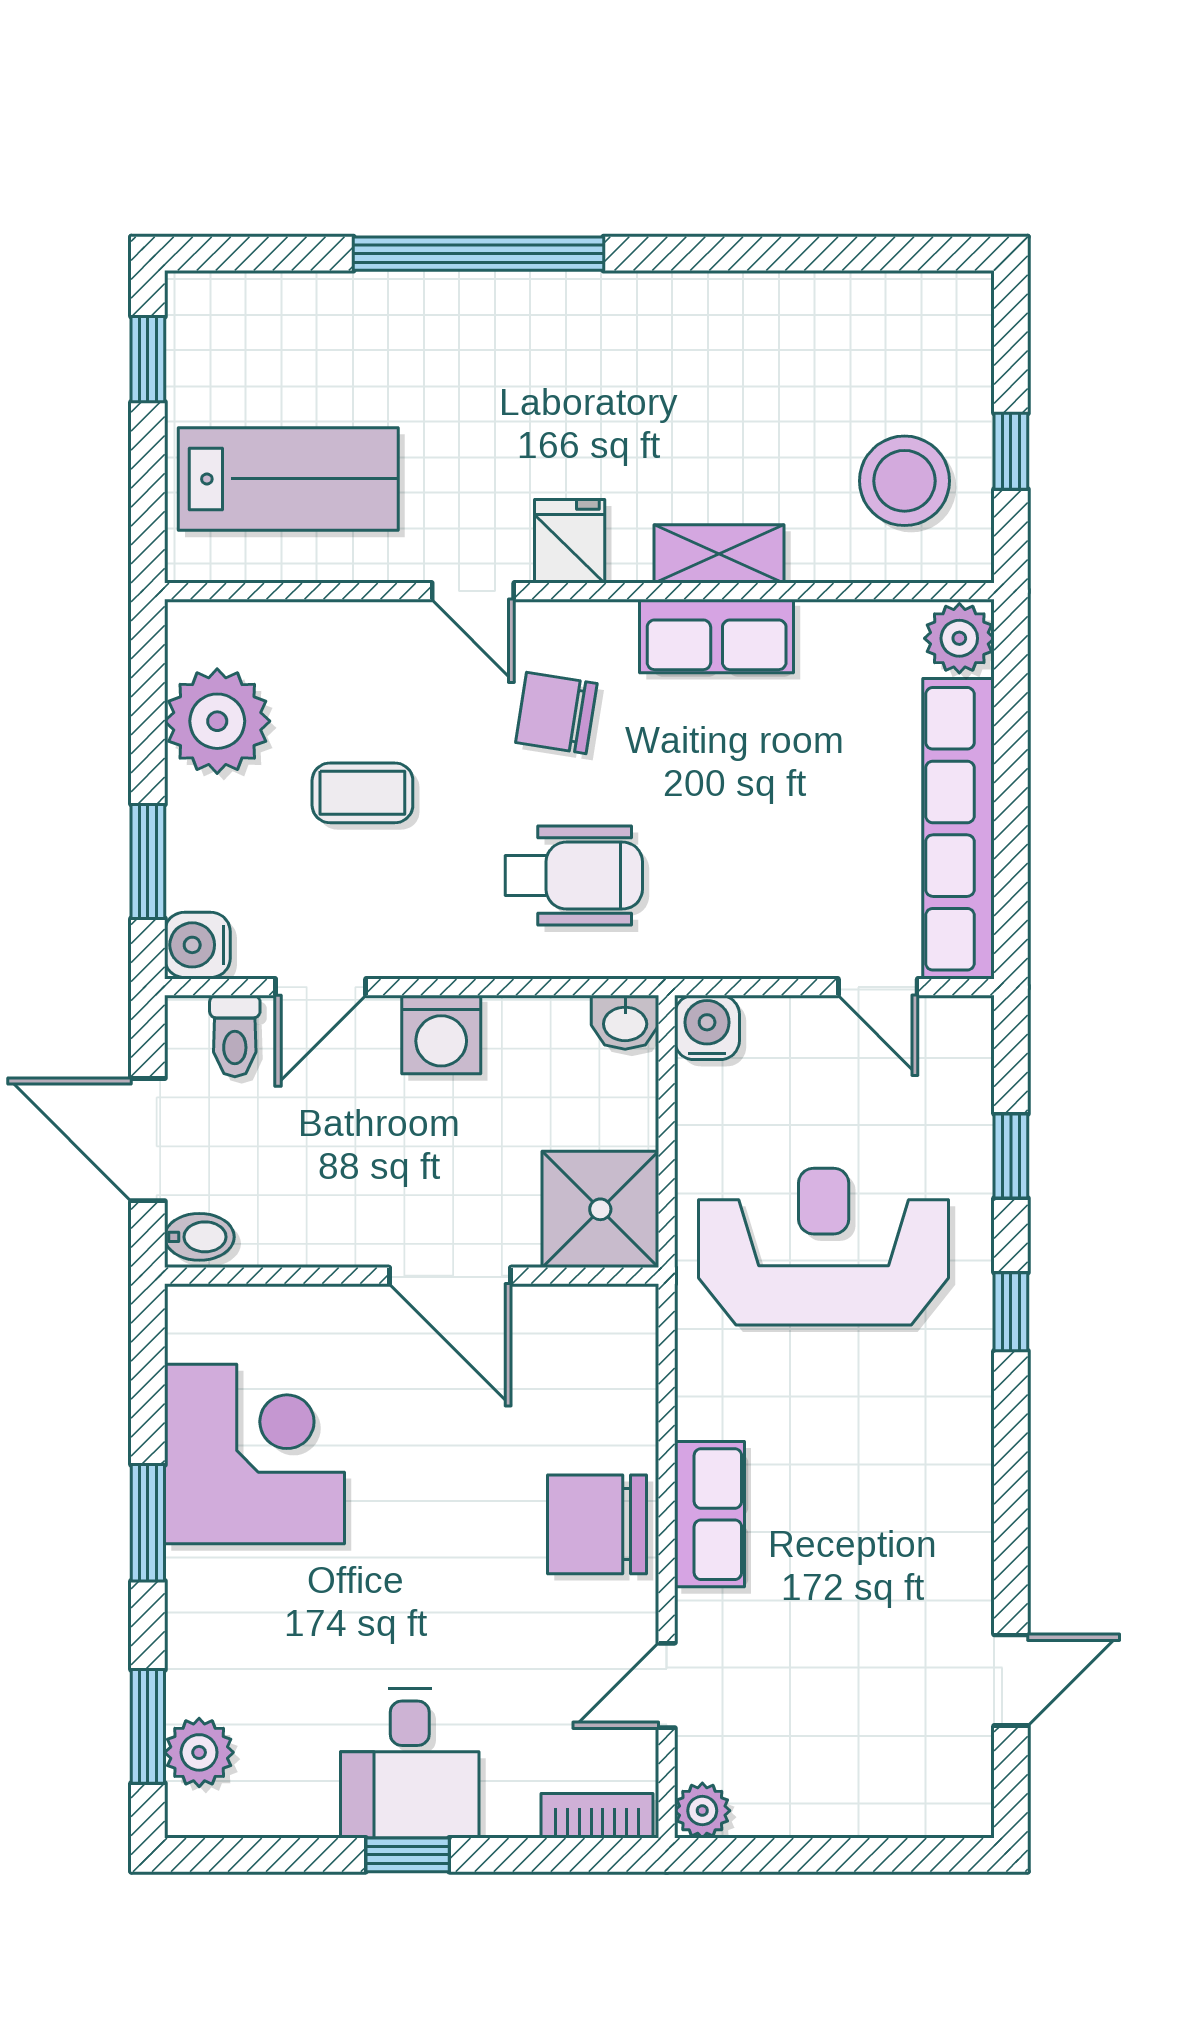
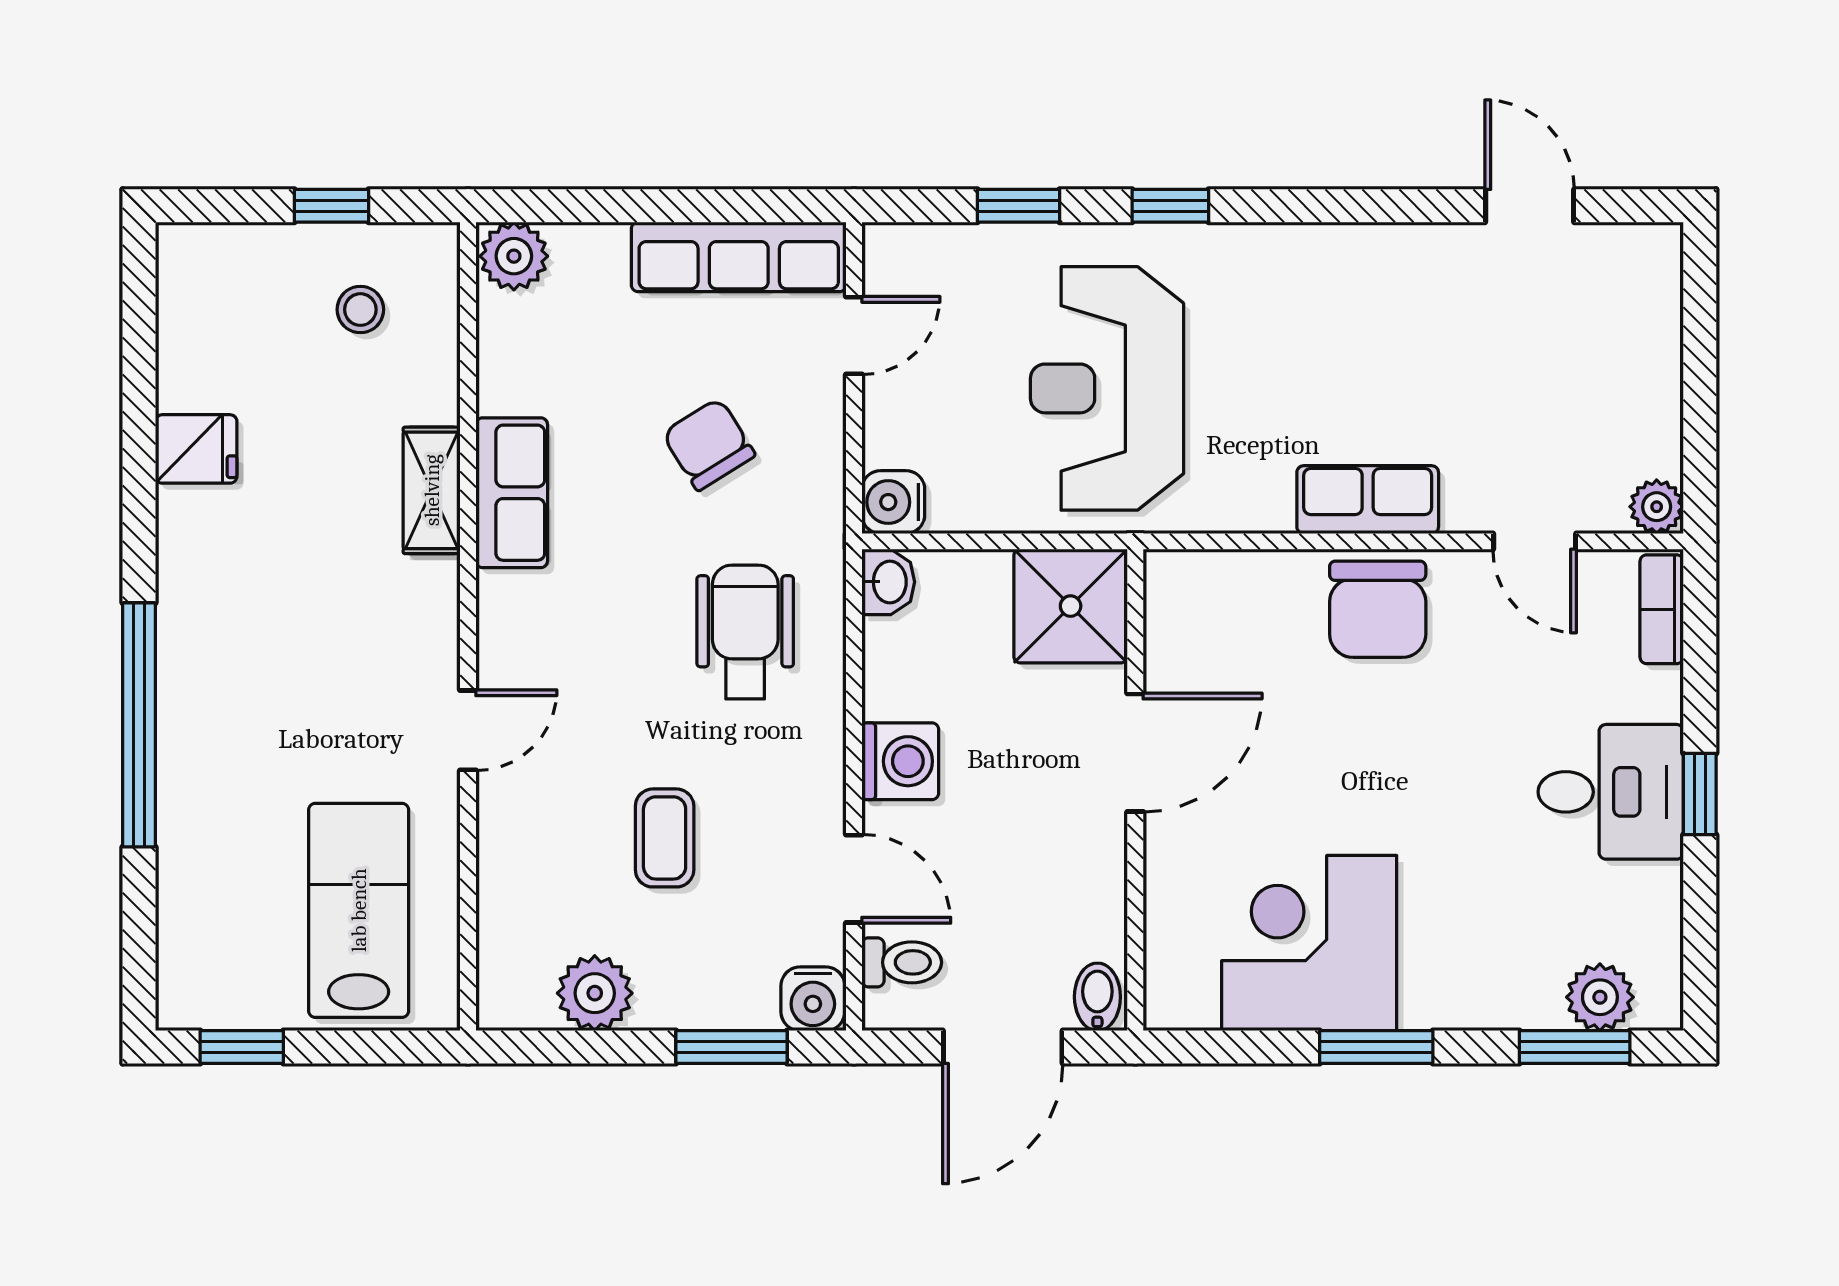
stool: (905, 481) -> (360, 310), width x0.53, depth x0.53
fridge: (570, 541) -> (196, 449), moved, turned 180
chair: (556, 713) -> (709, 444), moved, turned 139
plant: (217, 721) -> (595, 993), width x0.73, depth x0.73
row of seats: (959, 829) -> (739, 257), width x0.73

